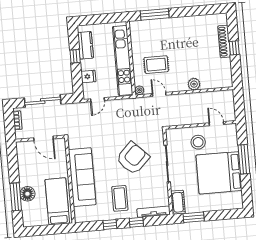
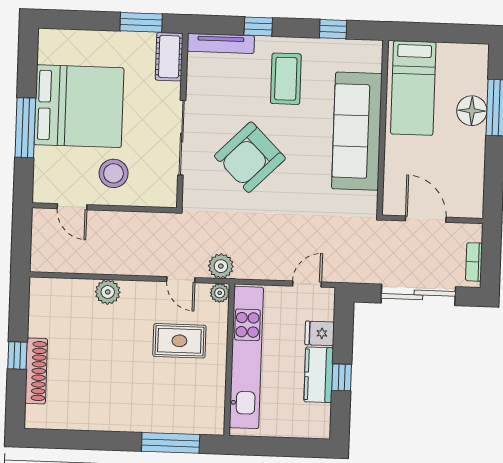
kitchen counter: (85, 45) -> (319, 375), moved
plant: (140, 103) -> (221, 266), added
window: (110, 224) -> (333, 29), moved

